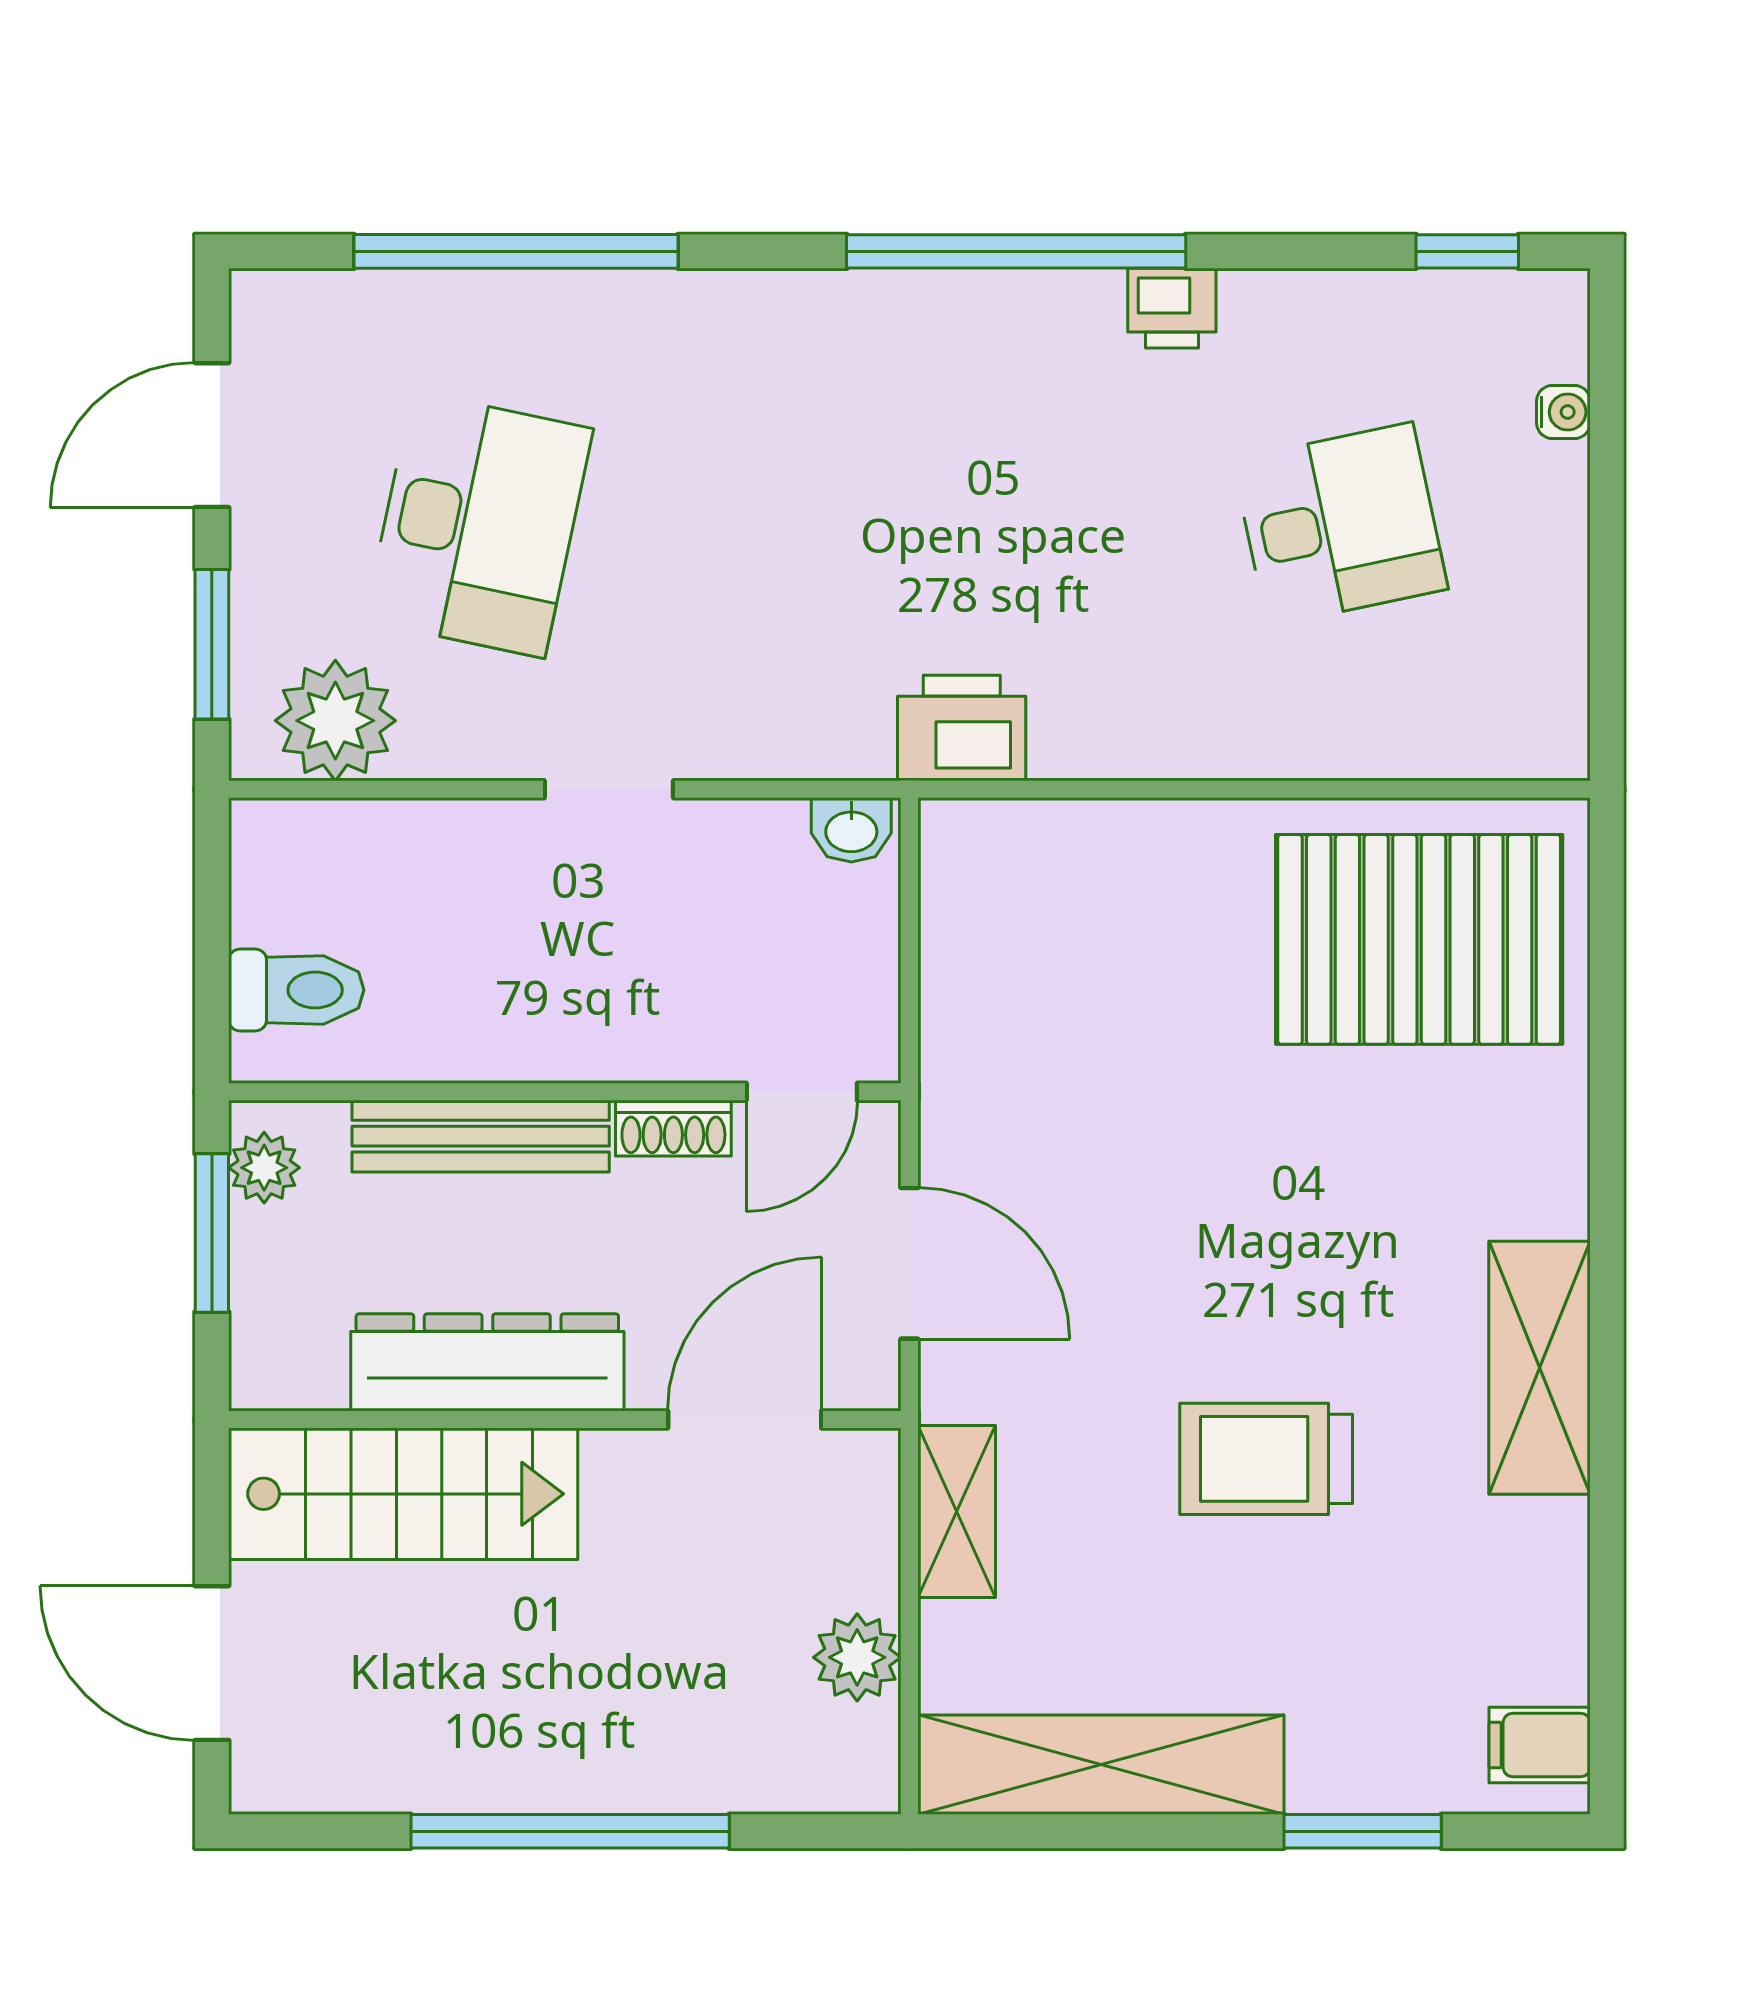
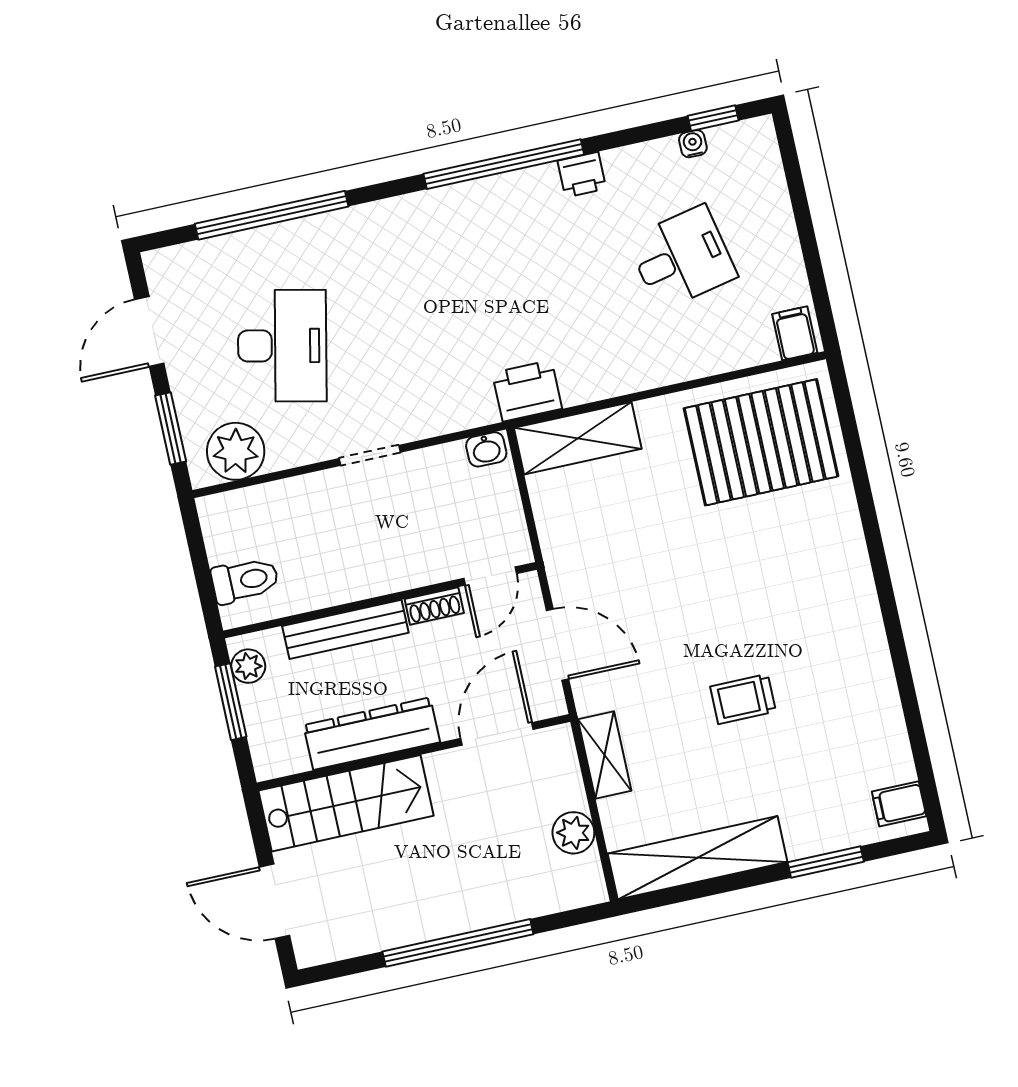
water cooler: (1563, 412) -> (693, 144), moved, turned -90
filing cabinet: (1538, 731) -> (795, 333), added
shelving: (1539, 1368) -> (578, 438), moved, turned 90
trolley: (1266, 1459) -> (743, 699), width x0.73, depth x0.72

